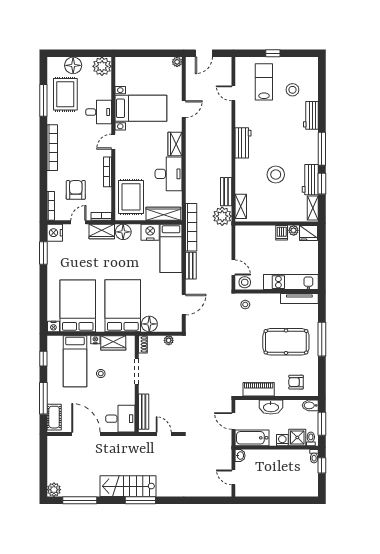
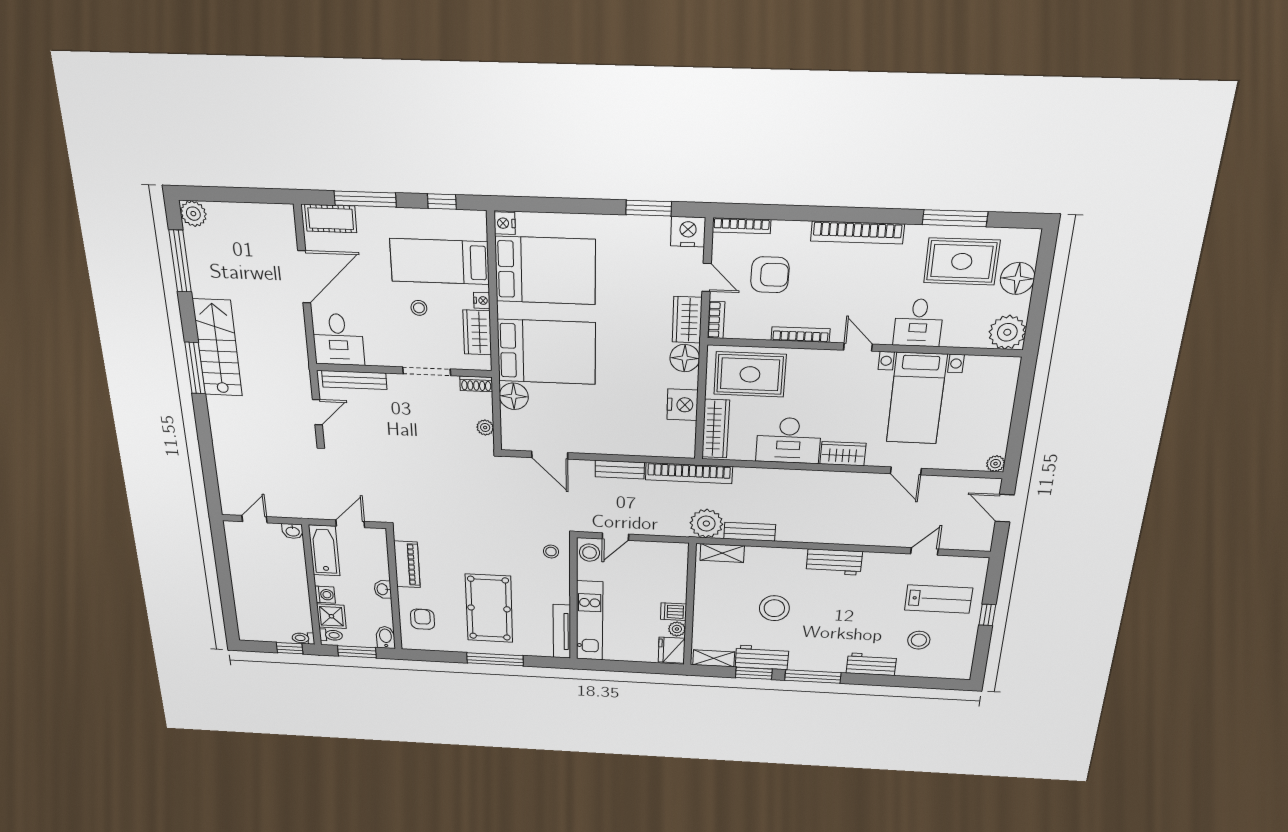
bed: (171, 248) -> (652, 439), removed
washbasin: (271, 407) -> (383, 589), width x0.52, depth x0.69

